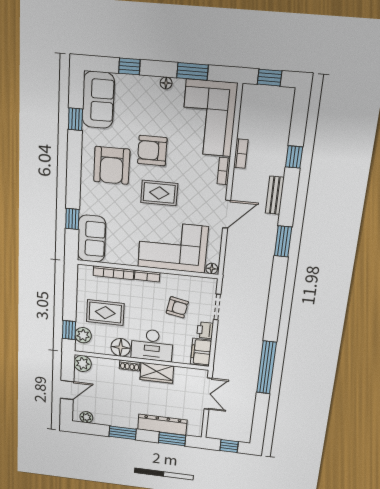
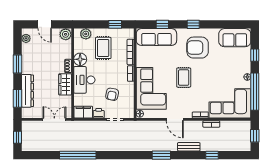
window: (192, 71) -> (255, 92), width x2.11
window: (75, 119) -> (193, 24), moved
armchair: (152, 151) -> (208, 72), removed
sofa: (92, 239) -> (156, 37), width x1.36
window: (69, 330) -> (115, 24), moved
double door: (208, 394) -> (54, 119), swing flipped

